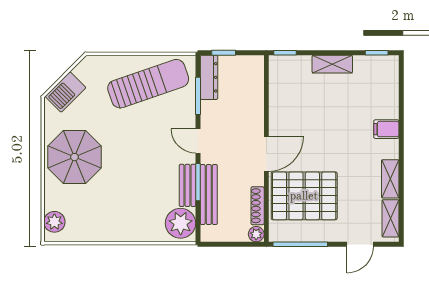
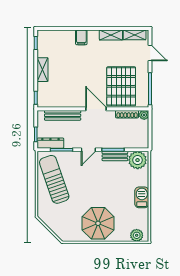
barbecue: (66, 92) -> (142, 197), moved, turned -135
bench: (209, 195) -> (63, 115), moved

